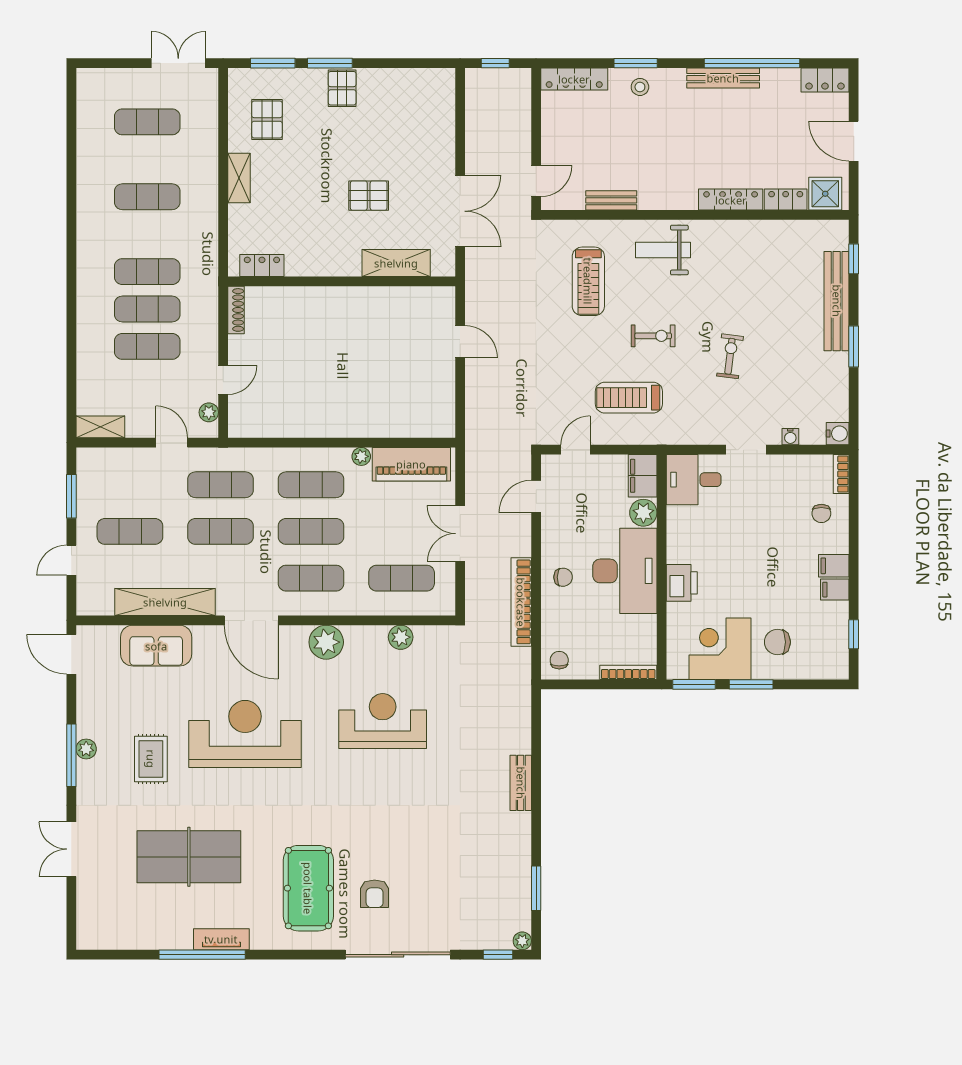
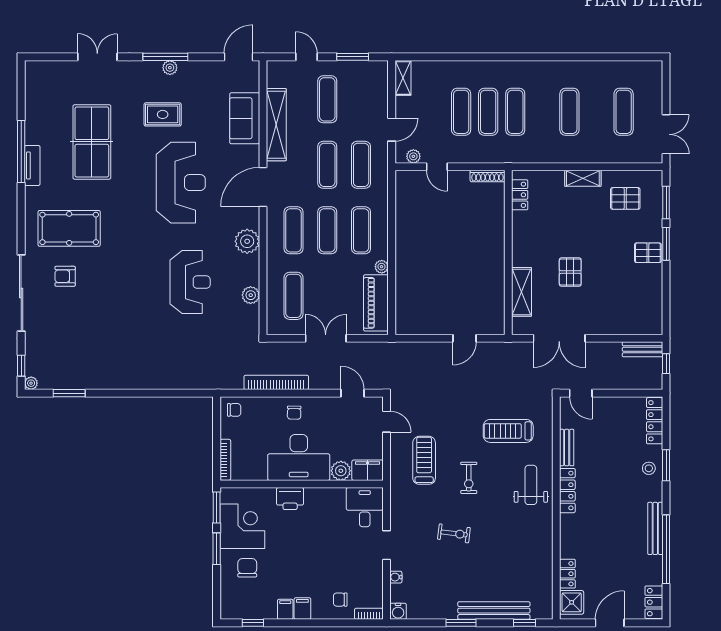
locker: (731, 200) -> (567, 491), moved
bench: (521, 783) -> (642, 349), moved

